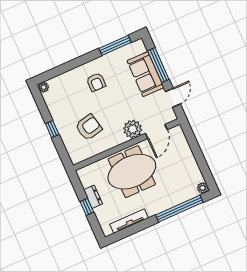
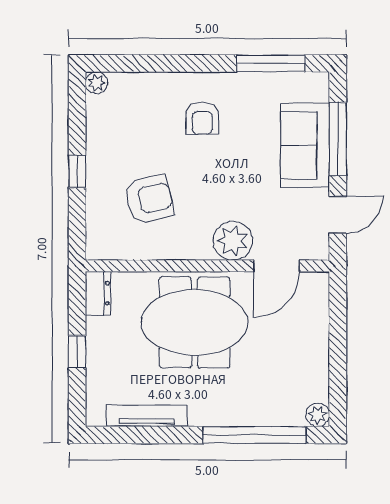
dresser: (93, 197) -> (98, 293), moved

